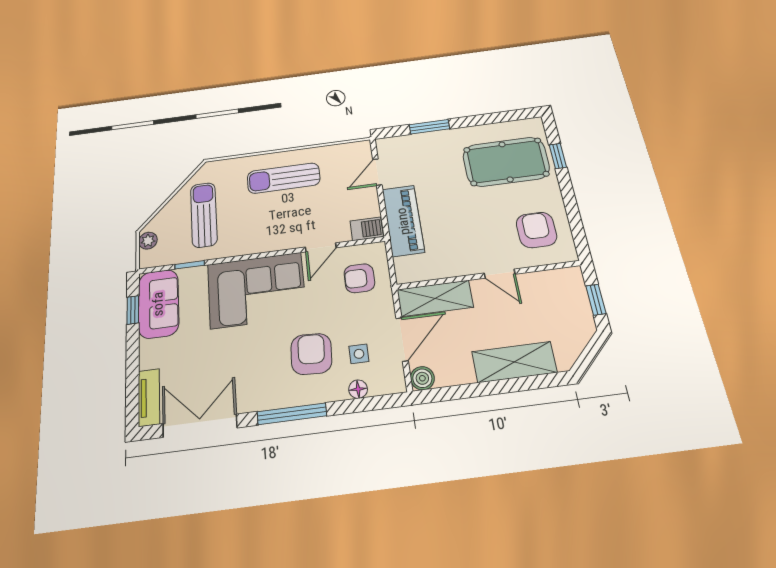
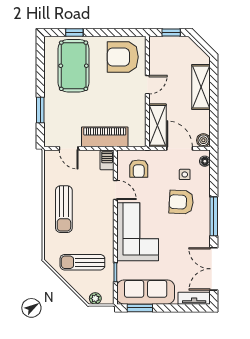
armchair: (536, 230) -> (123, 57), width x1.36, depth x1.36
sofa: (158, 304) -> (146, 292), width x1.36
window: (133, 310) -> (140, 308), width x1.50
floor lamp: (358, 389) -> (205, 161), moved

